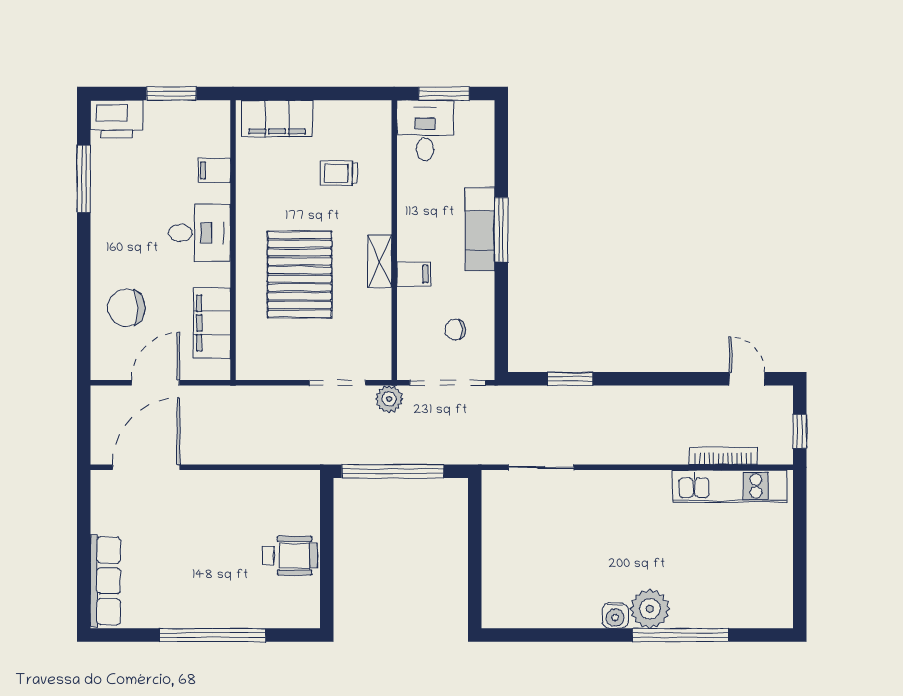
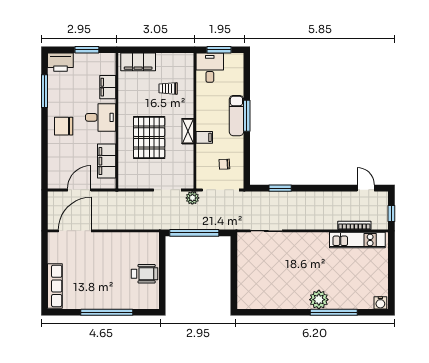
filing cabinet: (214, 170) -> (108, 87), width x2.00
chair: (126, 308) -> (64, 126), moved
water cooler: (615, 616) -> (380, 303), moved

